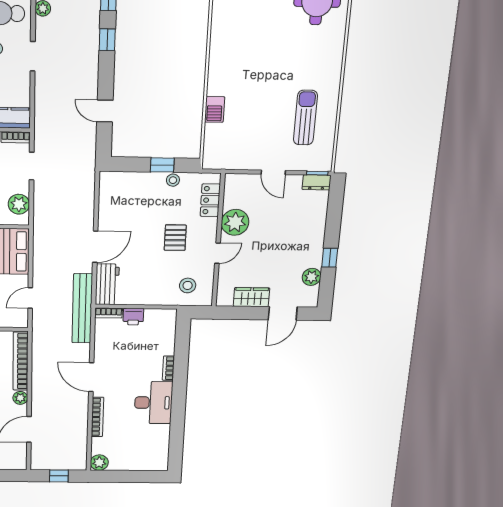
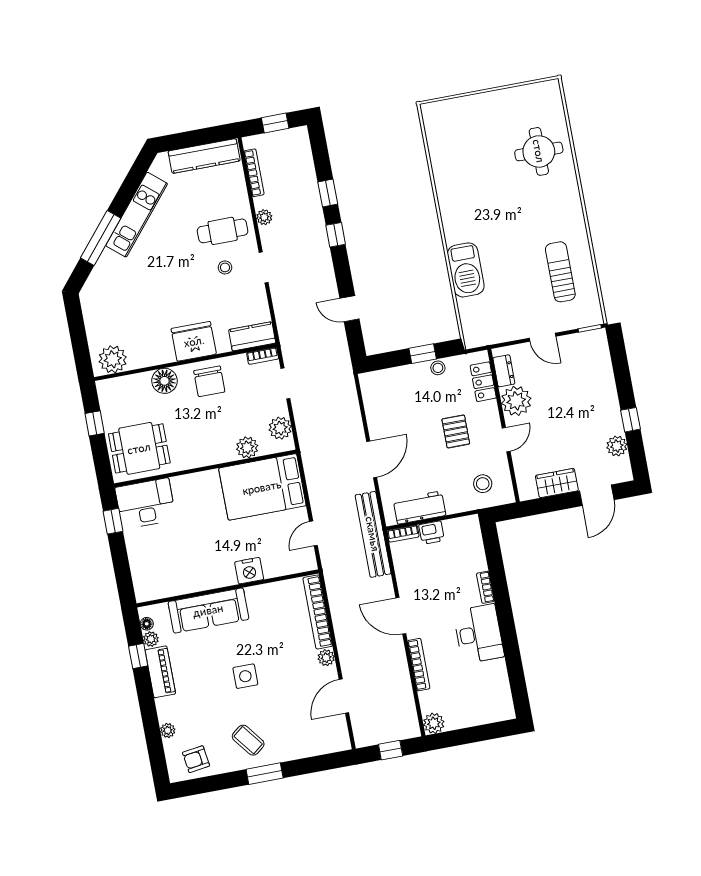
barbecue: (215, 109) -> (466, 270), width x1.88, depth x1.53
dresser: (317, 182) -> (504, 371), moved, turned -90
workbench: (107, 284) -> (419, 508), moved, turned -90

